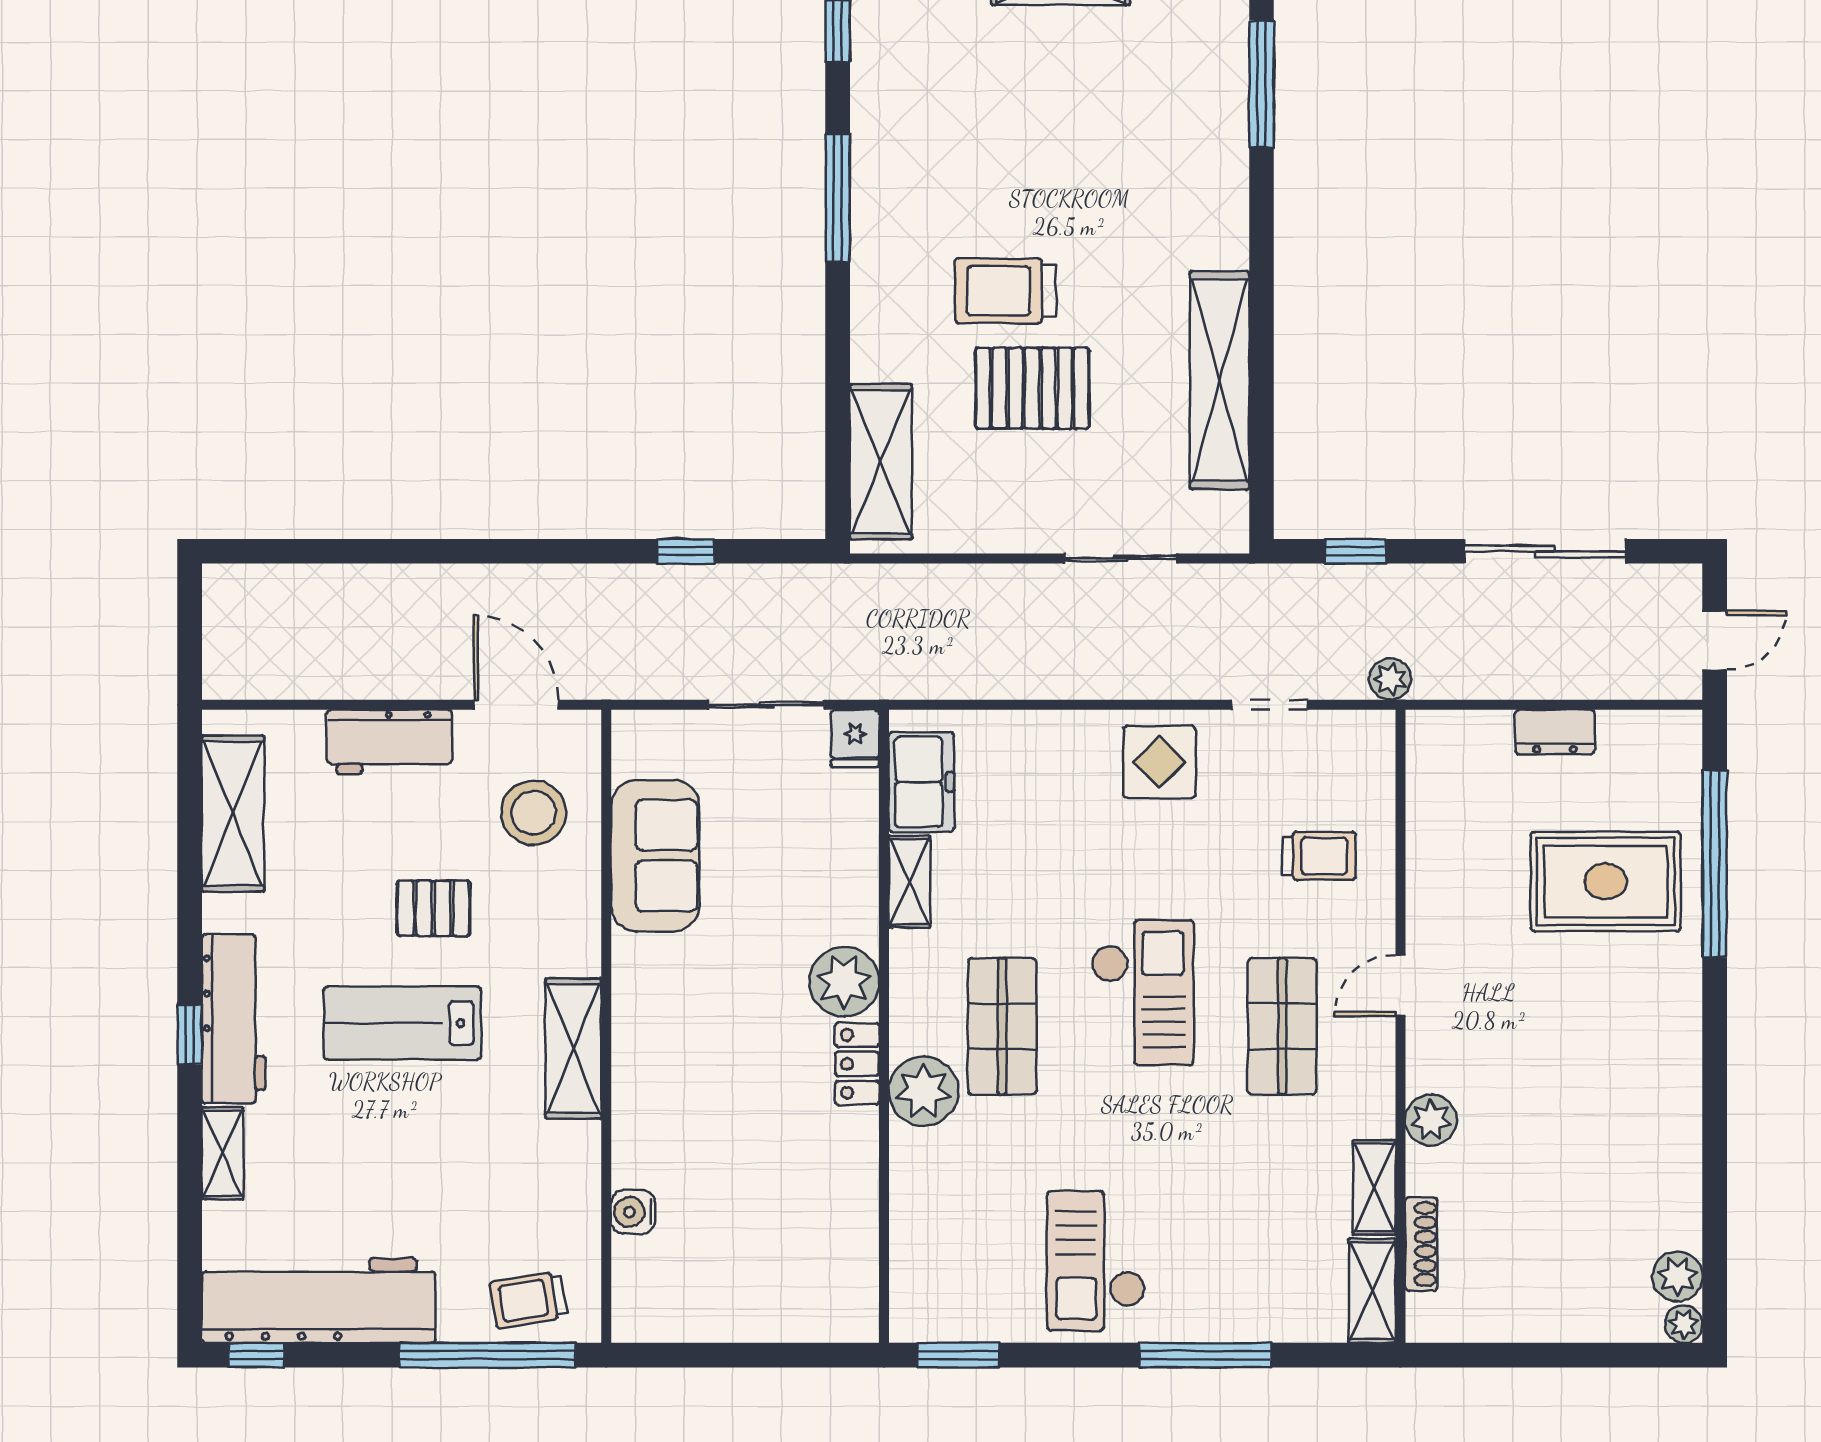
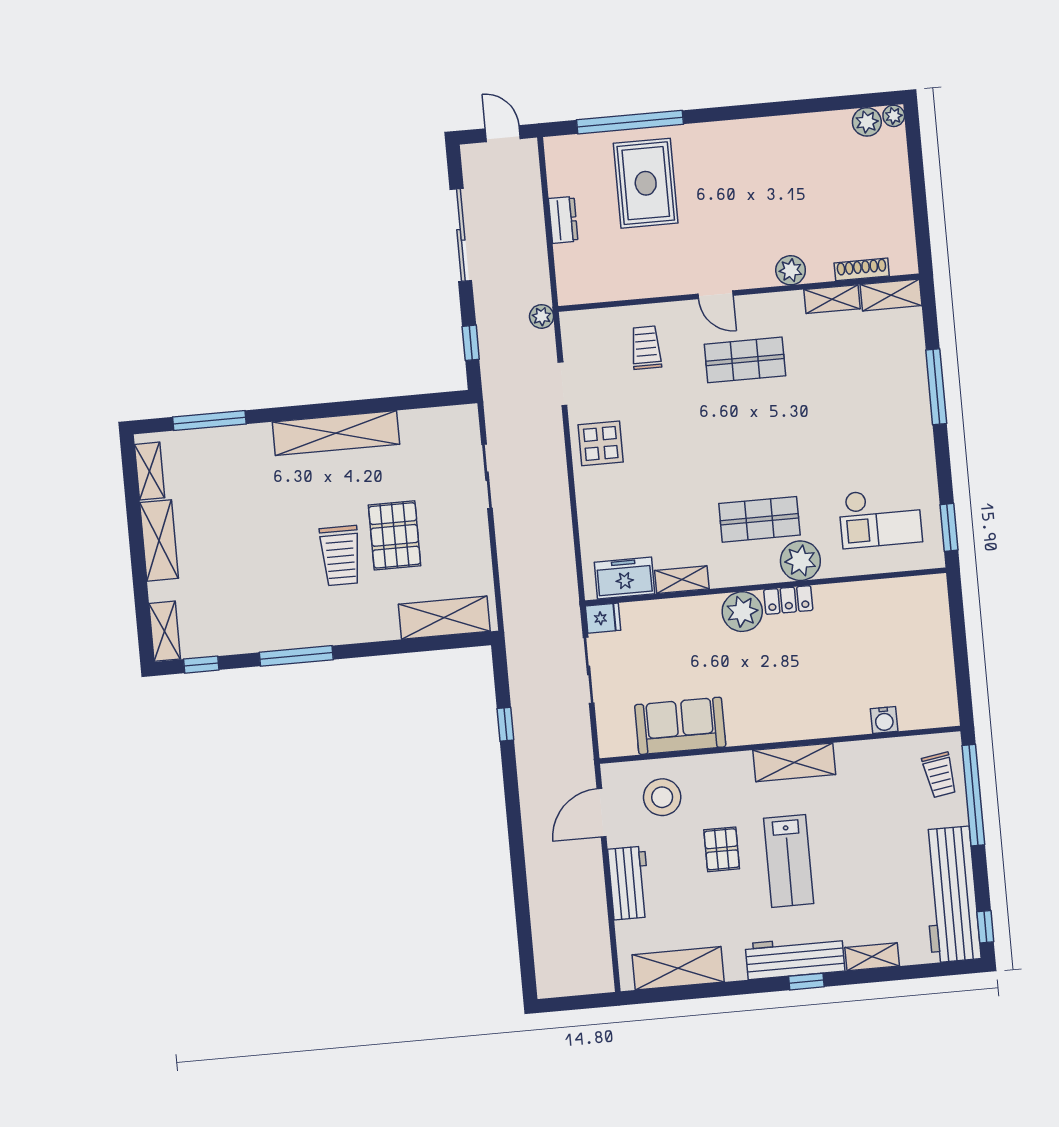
shelving: (1220, 380) -> (336, 433), moved
checkout: (1142, 993) -> (733, 441), removed
checkout: (1096, 1261) -> (880, 518), moved

